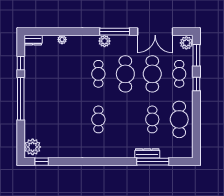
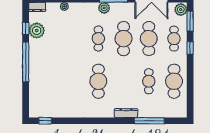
cafe table: (98, 119) -> (98, 81), width x1.37, depth x1.35
plant: (33, 147) -> (37, 31), moved
dresser: (147, 153) -> (126, 113), moved

